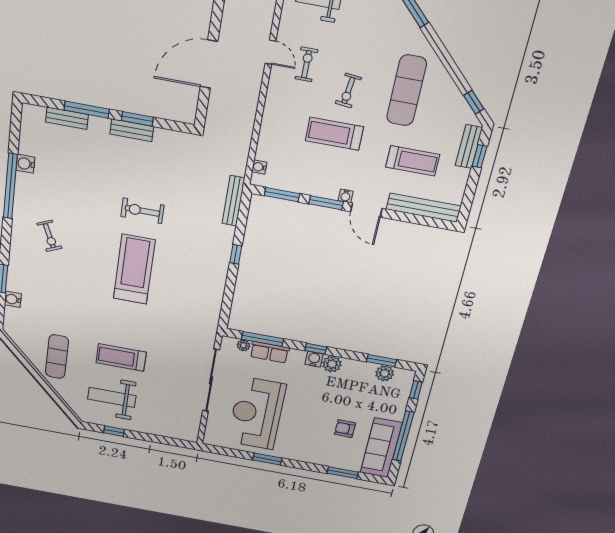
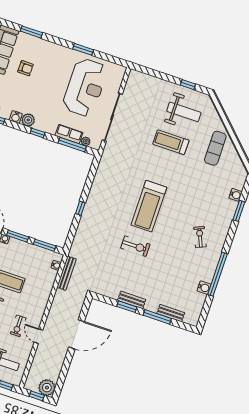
bench: (233, 201) -> (66, 273), moved
treadmill: (121, 357) -> (171, 142), turned 180
water cooler: (314, 359) -> (16, 117), moved

